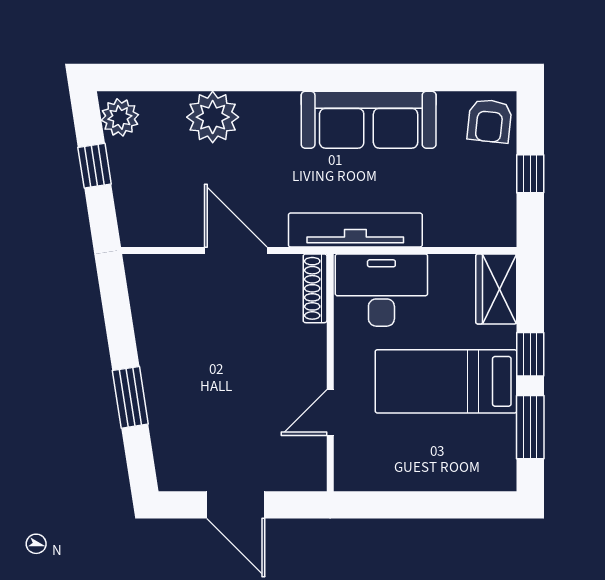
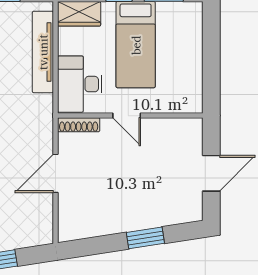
tv unit: (355, 230) -> (43, 52), moved
door: (330, 412) -> (127, 116), moved

